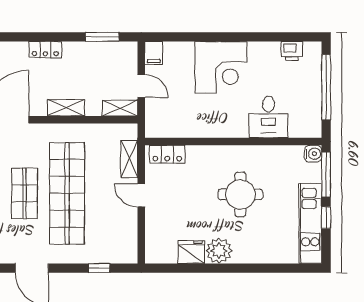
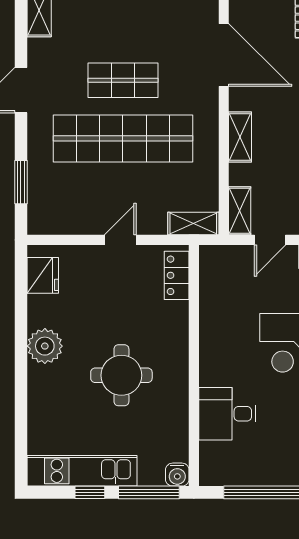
shelving: (129, 159) -> (193, 223), moved
fridge: (191, 252) -> (43, 275), moved
window: (99, 268) -> (21, 182), width x1.50

